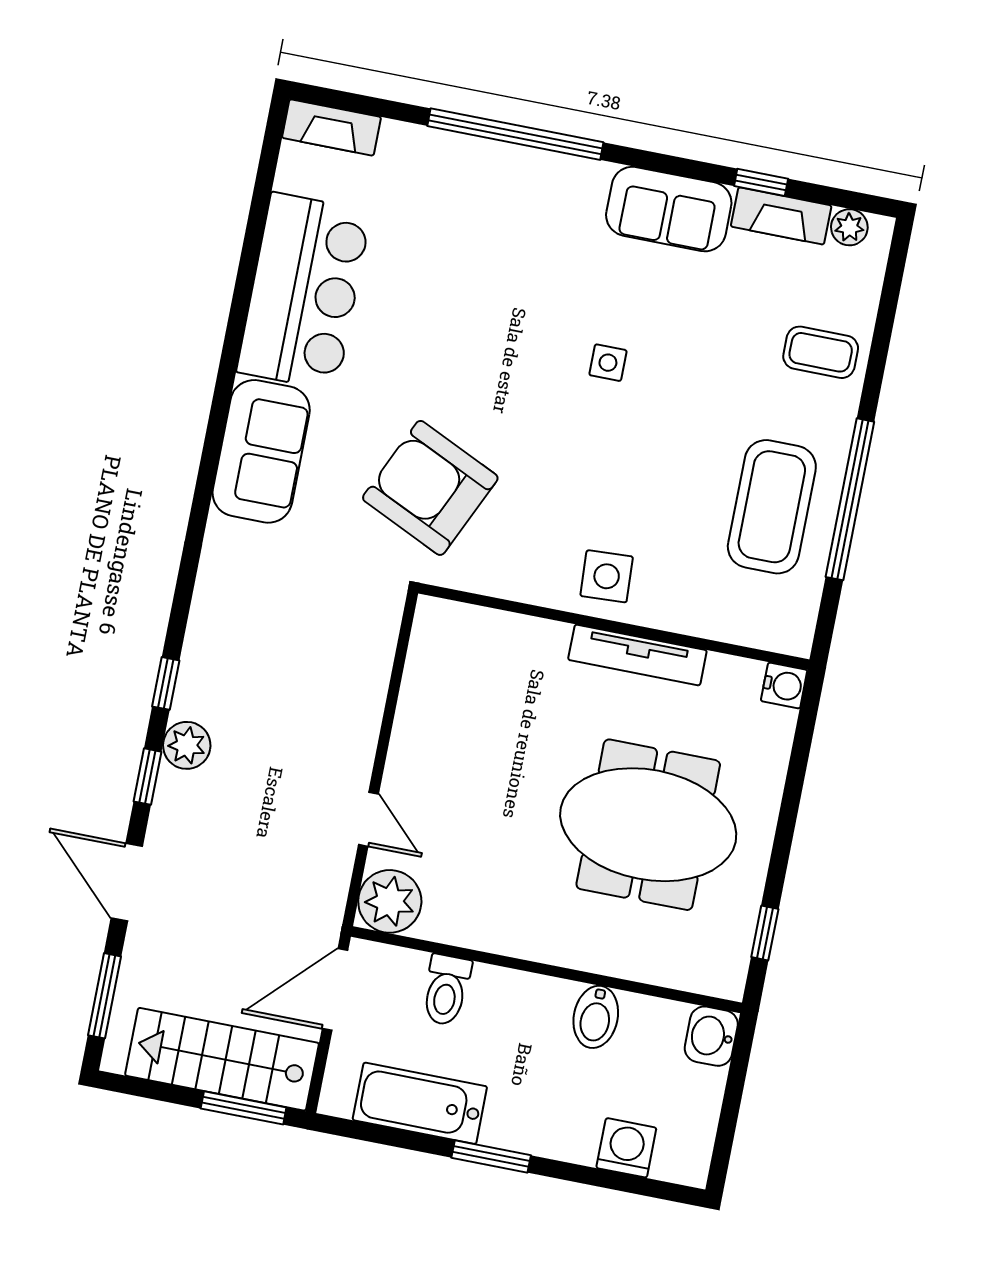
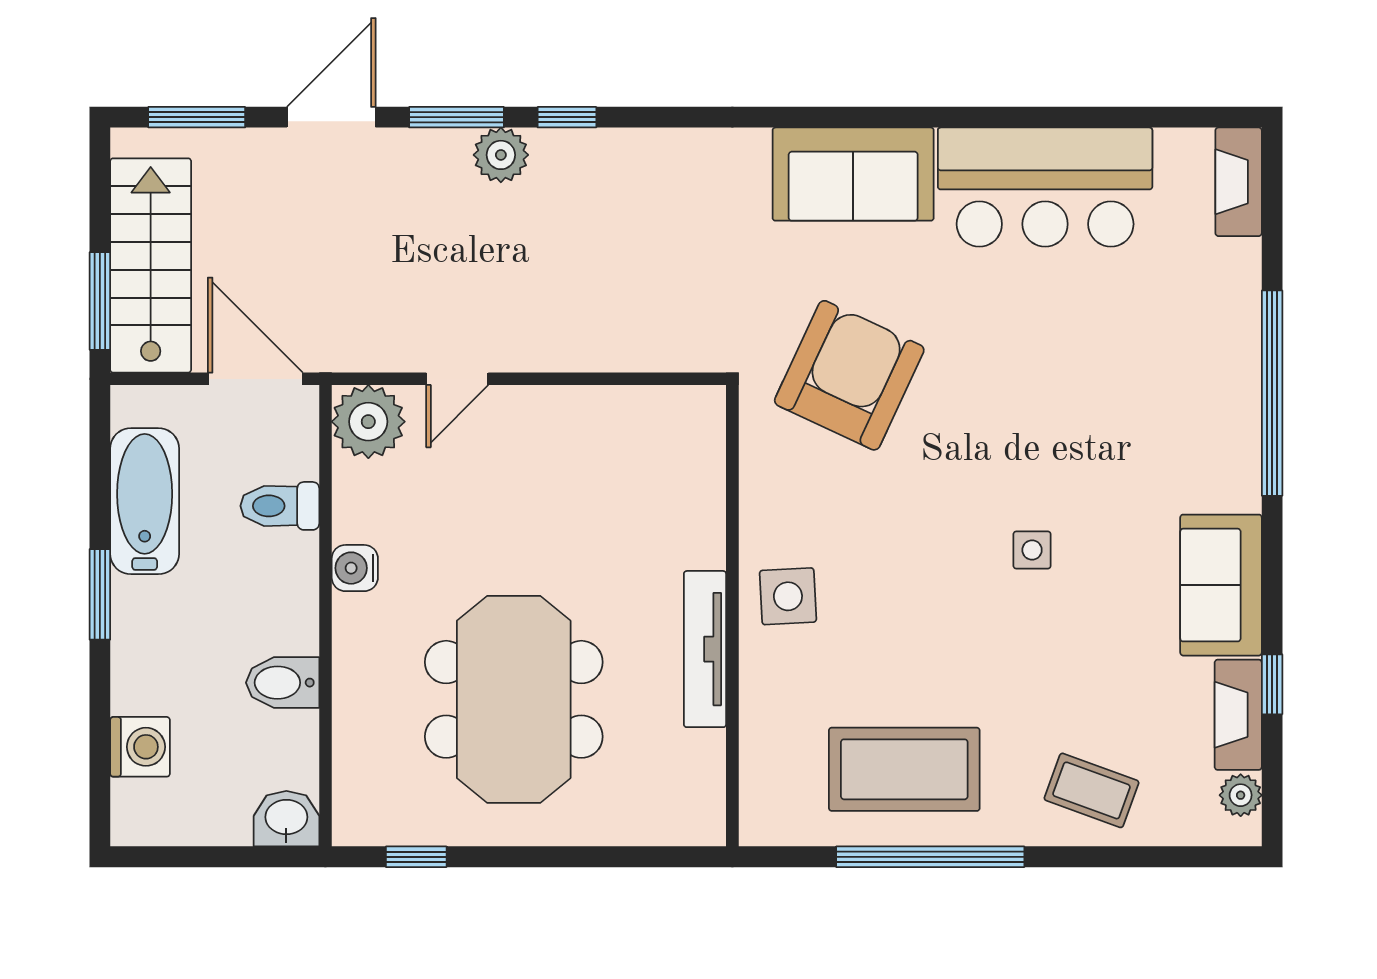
coffee table: (821, 352) -> (1092, 790), turned -70
water cooler: (784, 686) -> (355, 568), moved, turned 90
window: (148, 777) -> (457, 117), width x1.50

